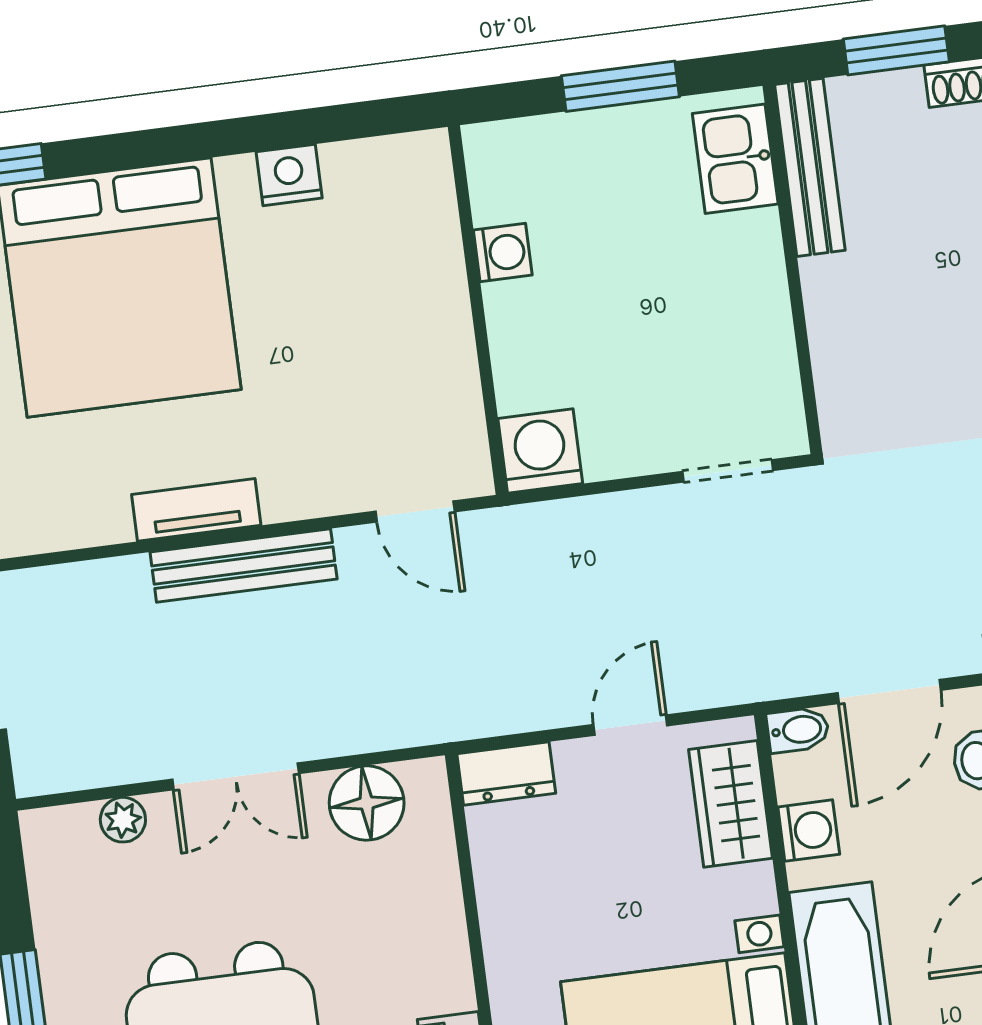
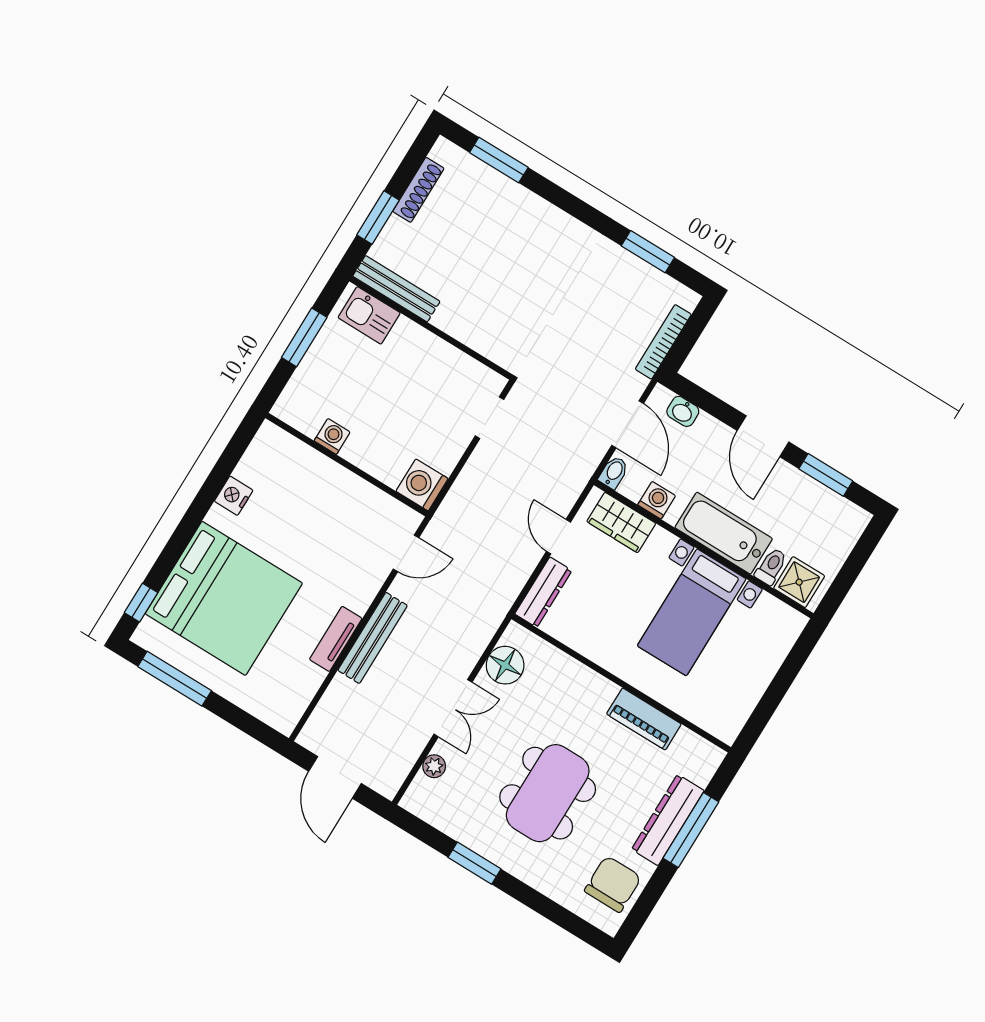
dresser: (506, 774) -> (543, 592), width x1.44

